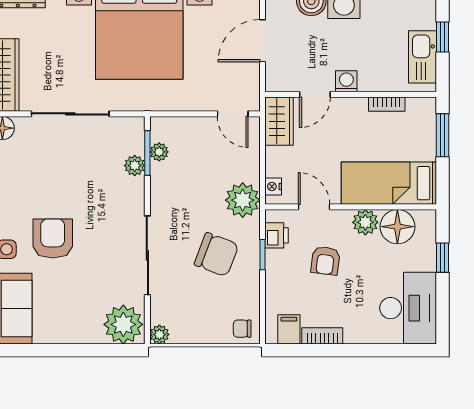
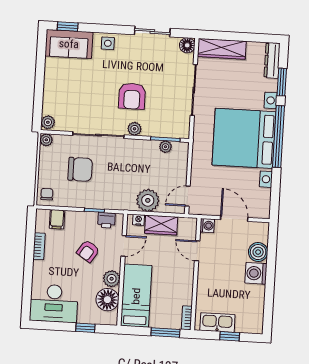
washing machine: (346, 81) -> (207, 226), moved
bookcase: (387, 104) -> (187, 318), moved
wardrobe: (279, 121) -> (161, 225), moved
plant: (135, 166) -> (134, 129), moved
plant: (243, 200) -> (148, 200), moved
armchair: (53, 238) -> (132, 96), moved, turned 90
chair: (216, 255) -> (80, 169), moved, turned -111
armchair: (325, 261) -> (88, 251), turned -64
plant: (123, 324) -> (48, 122), width x0.53, depth x0.53
filing cabinet: (289, 329) -> (57, 219), moved, turned 90

